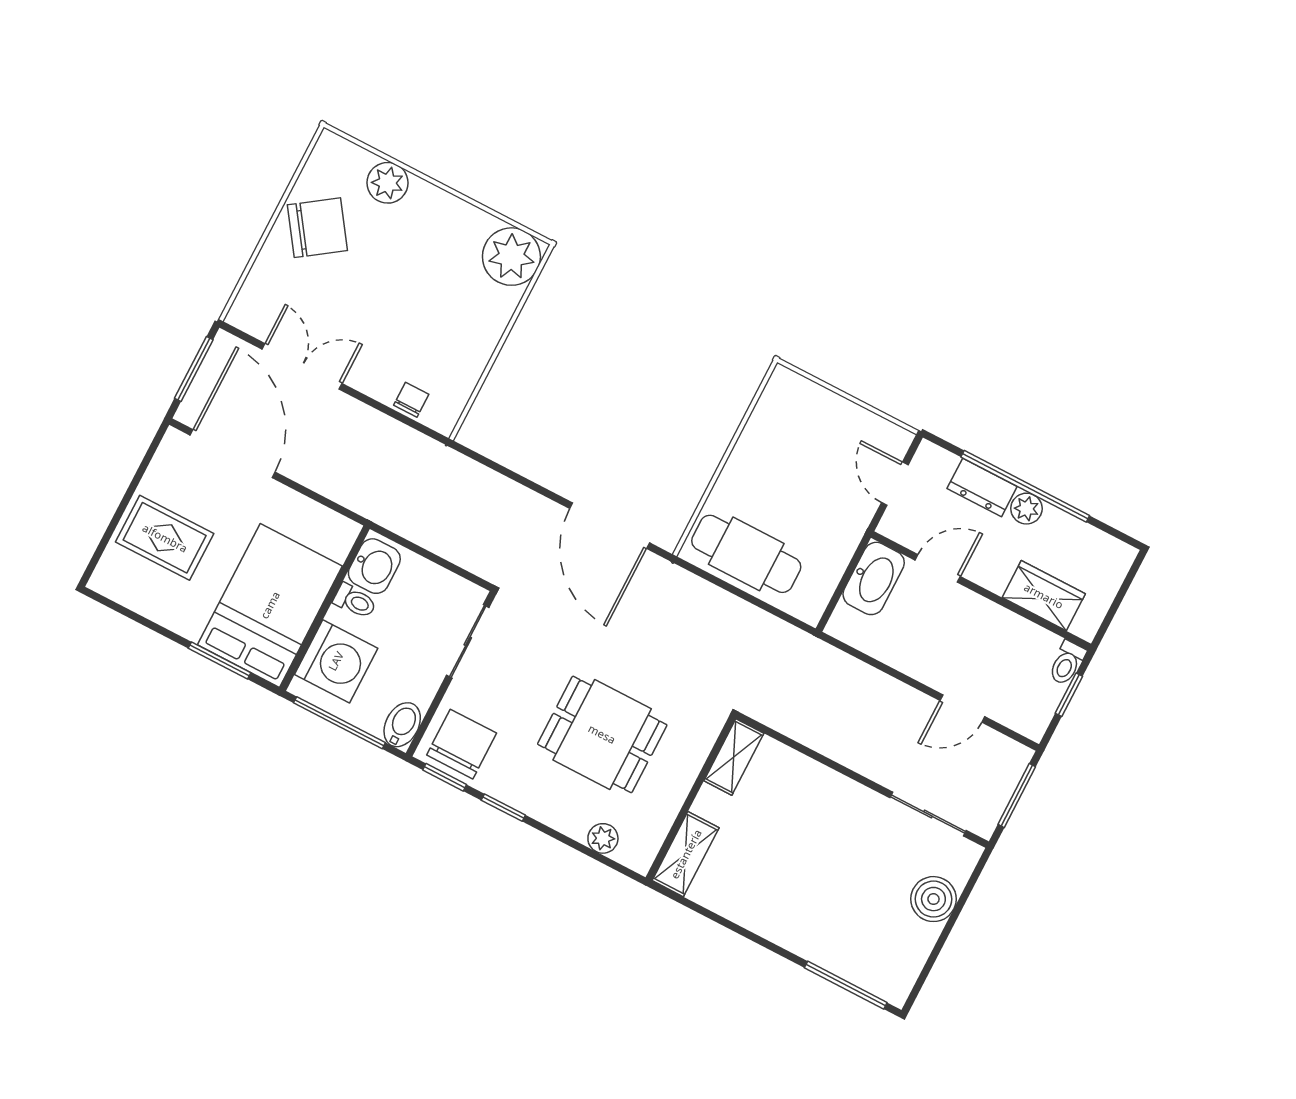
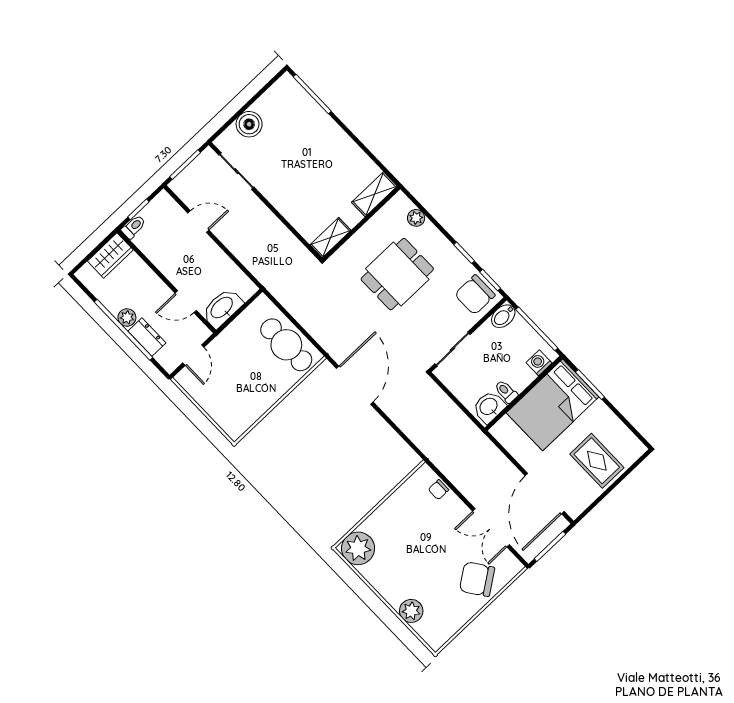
chair: (317, 228) -> (477, 579), moved
wardrobe: (1044, 596) -> (110, 255), moved, turned -90
washing machine: (336, 661) -> (539, 363), width x0.53, depth x0.53
dining table: (602, 734) -> (397, 274), turned 90

